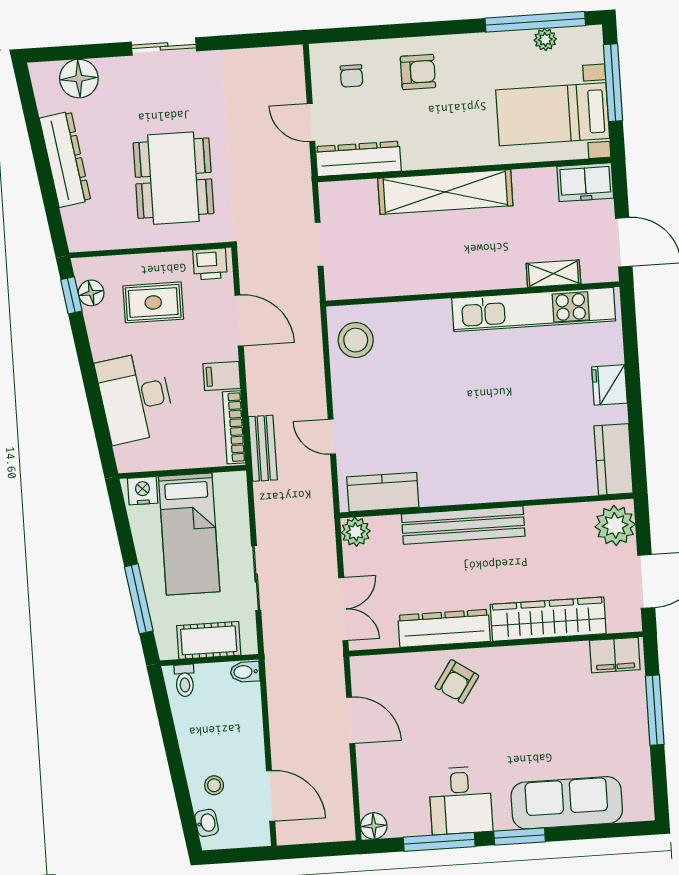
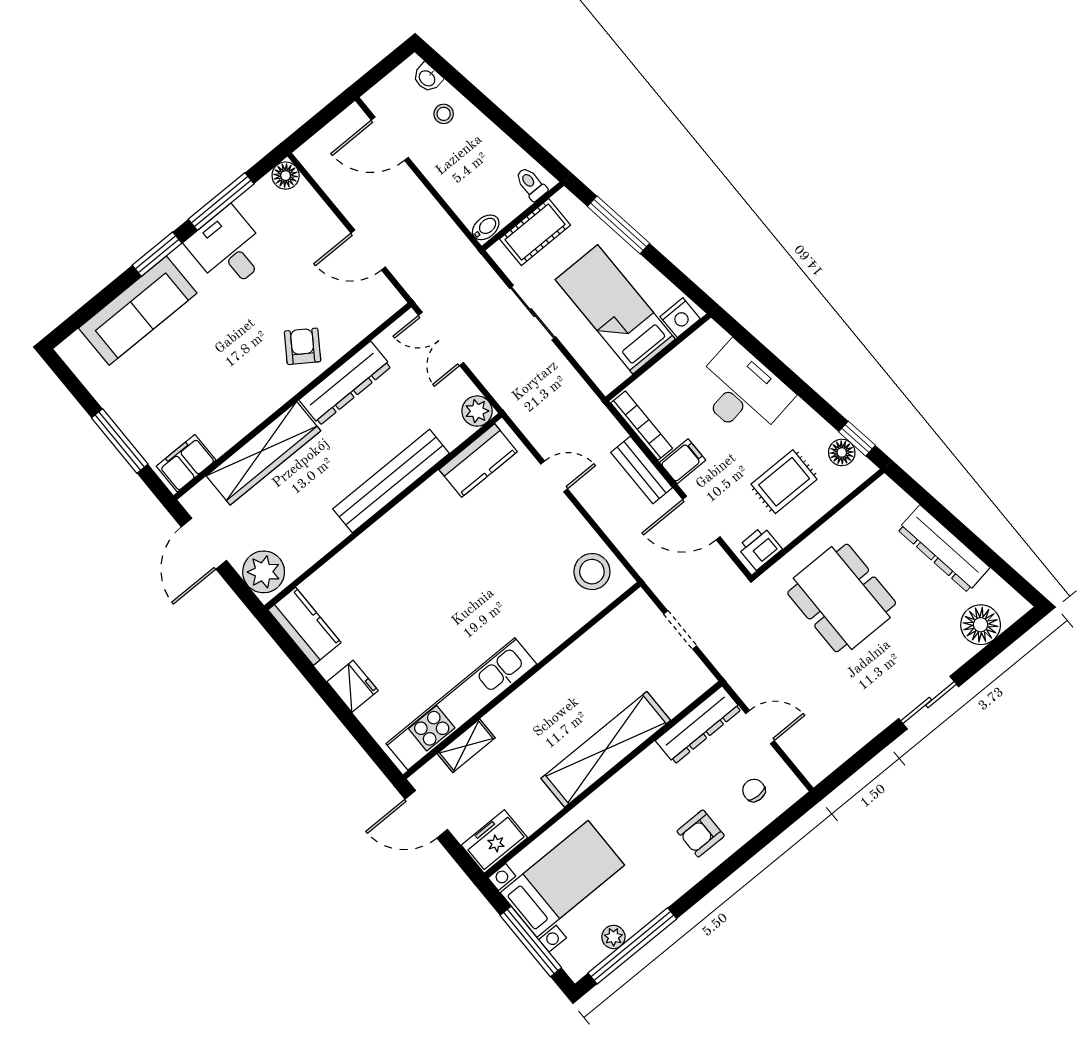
bench: (263, 448) -> (642, 470), moved

